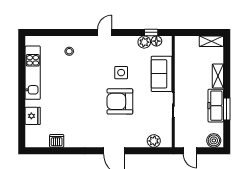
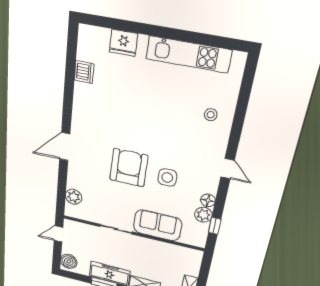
floor lamp: (156, 41) -> (208, 200), moved

